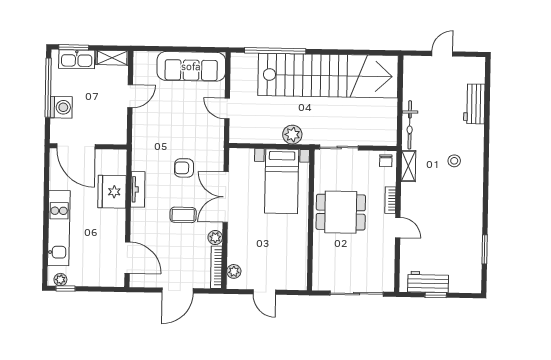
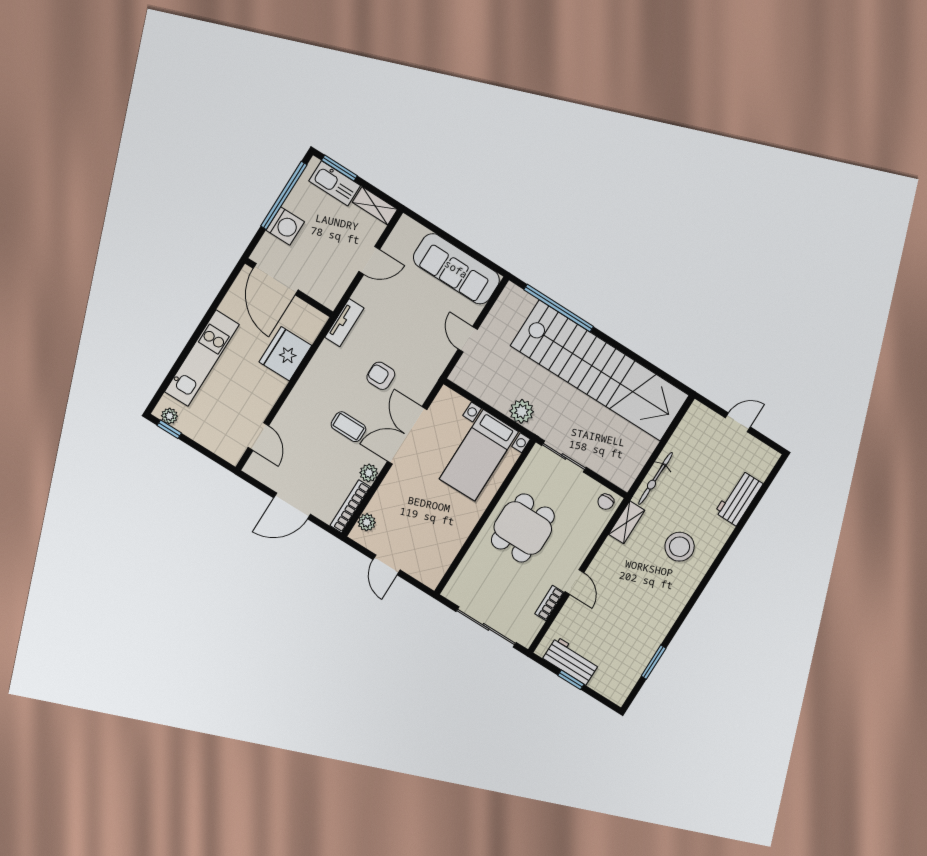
stool: (454, 161) -> (680, 547), width x1.89, depth x1.89
tv unit: (138, 189) -> (344, 323), moved
bookcase: (390, 200) -> (549, 603), moved
dining table: (341, 212) -> (523, 528), turned 90
door: (127, 258) -> (258, 437), width x0.73

